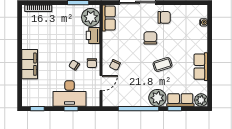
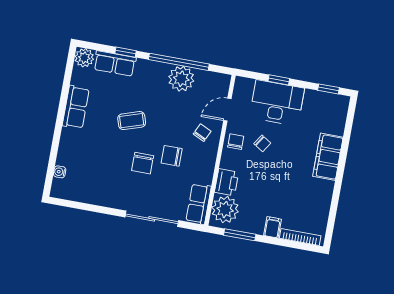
filing cabinet: (58, 11) -> (272, 227), added
chair: (164, 17) -> (172, 156), moved
plant: (157, 98) -> (181, 79), moved

